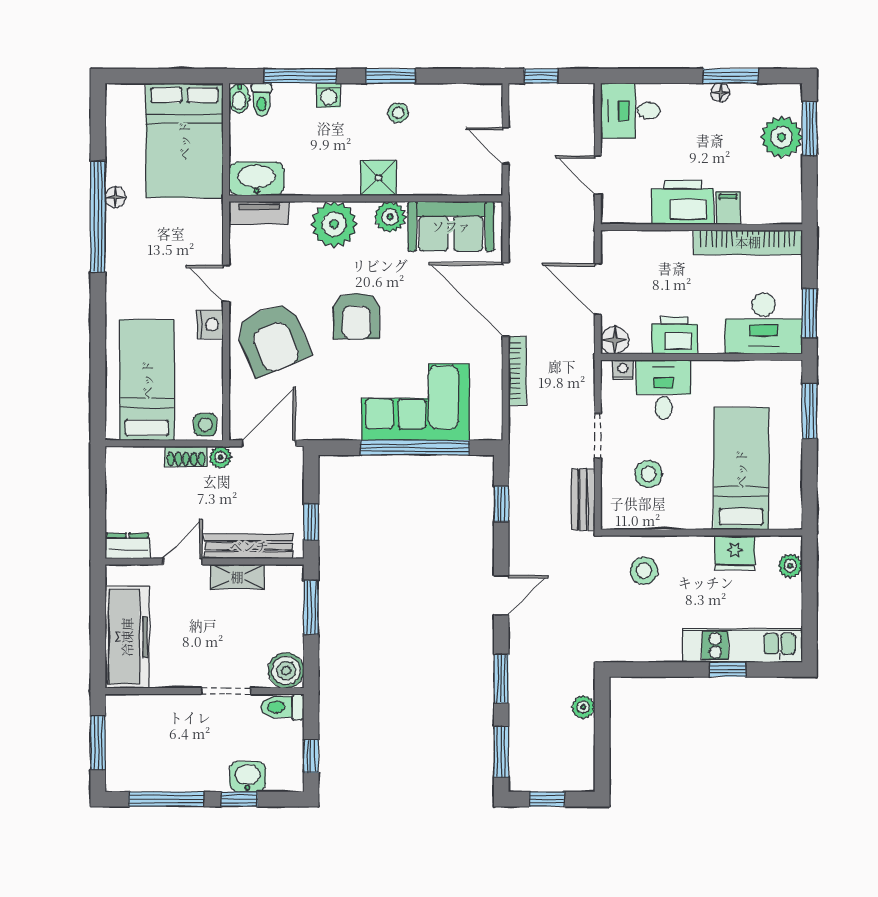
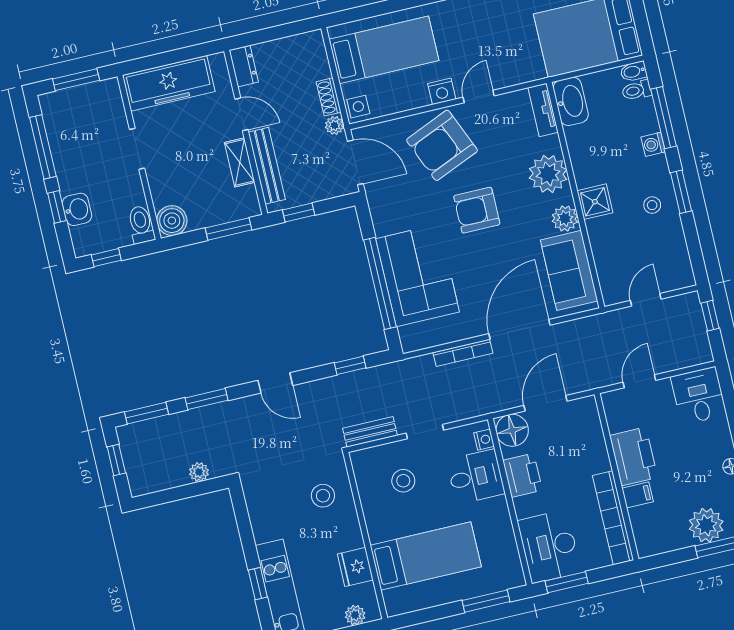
floor lamp: (614, 340) -> (512, 430), width x1.38, depth x1.38
doorway: (226, 691) -> (137, 149), moved

